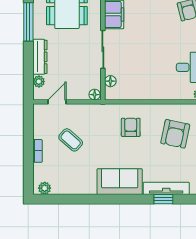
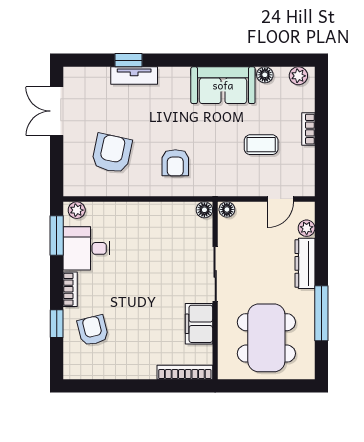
floor lamp: (110, 81) -> (204, 210), moved
coffee table: (71, 140) -> (261, 145), turned -41
sofa: (120, 182) -> (223, 85), moved
tv unit: (166, 188) -> (134, 76), width x0.71
floor lamp: (68, 189) -> (265, 75), added

